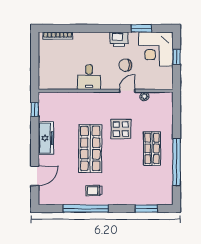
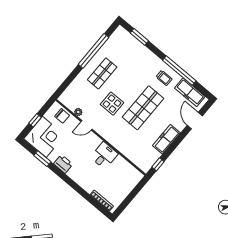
chair: (125, 65) -> (62, 116), moved
door: (35, 176) -> (195, 121), hinge flipped
freezer: (60, 197) -> (190, 92), added

